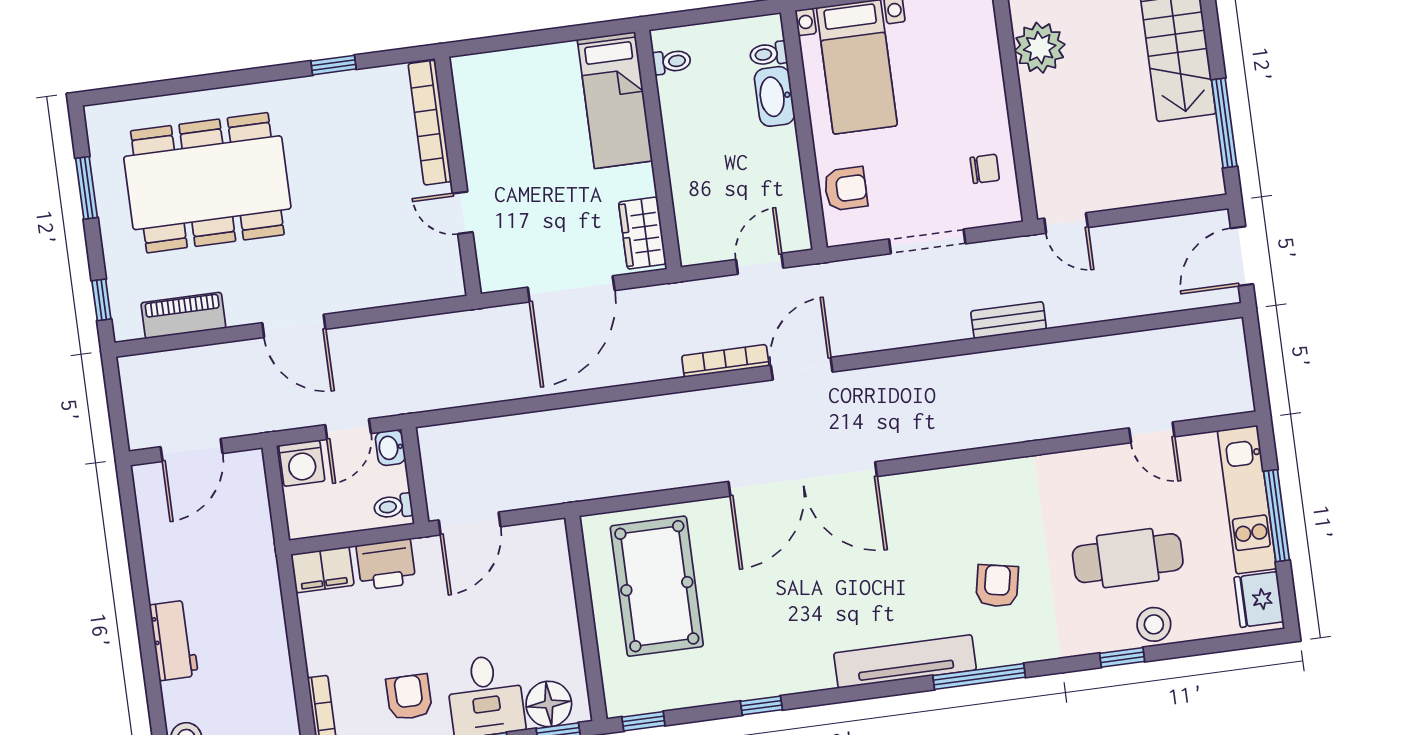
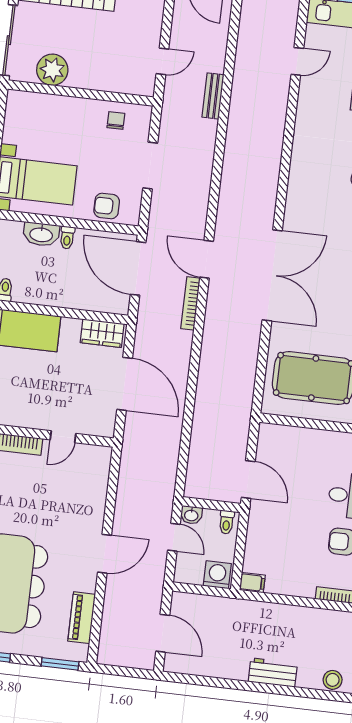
toilet: (768, 54) -> (67, 238), moved
armchair: (846, 189) -> (107, 206), turned -90
door: (1066, 223) -> (162, 61), moved
door: (760, 264) -> (138, 268), width x1.88
window: (101, 300) -> (60, 664), width x1.50
bench: (1009, 320) -> (213, 96), moved
washing machine: (302, 463) -> (217, 575), moved, turned -90
printer: (386, 564) -> (260, 535), removed
filing cabinet: (322, 570) -> (252, 583), width x0.50

